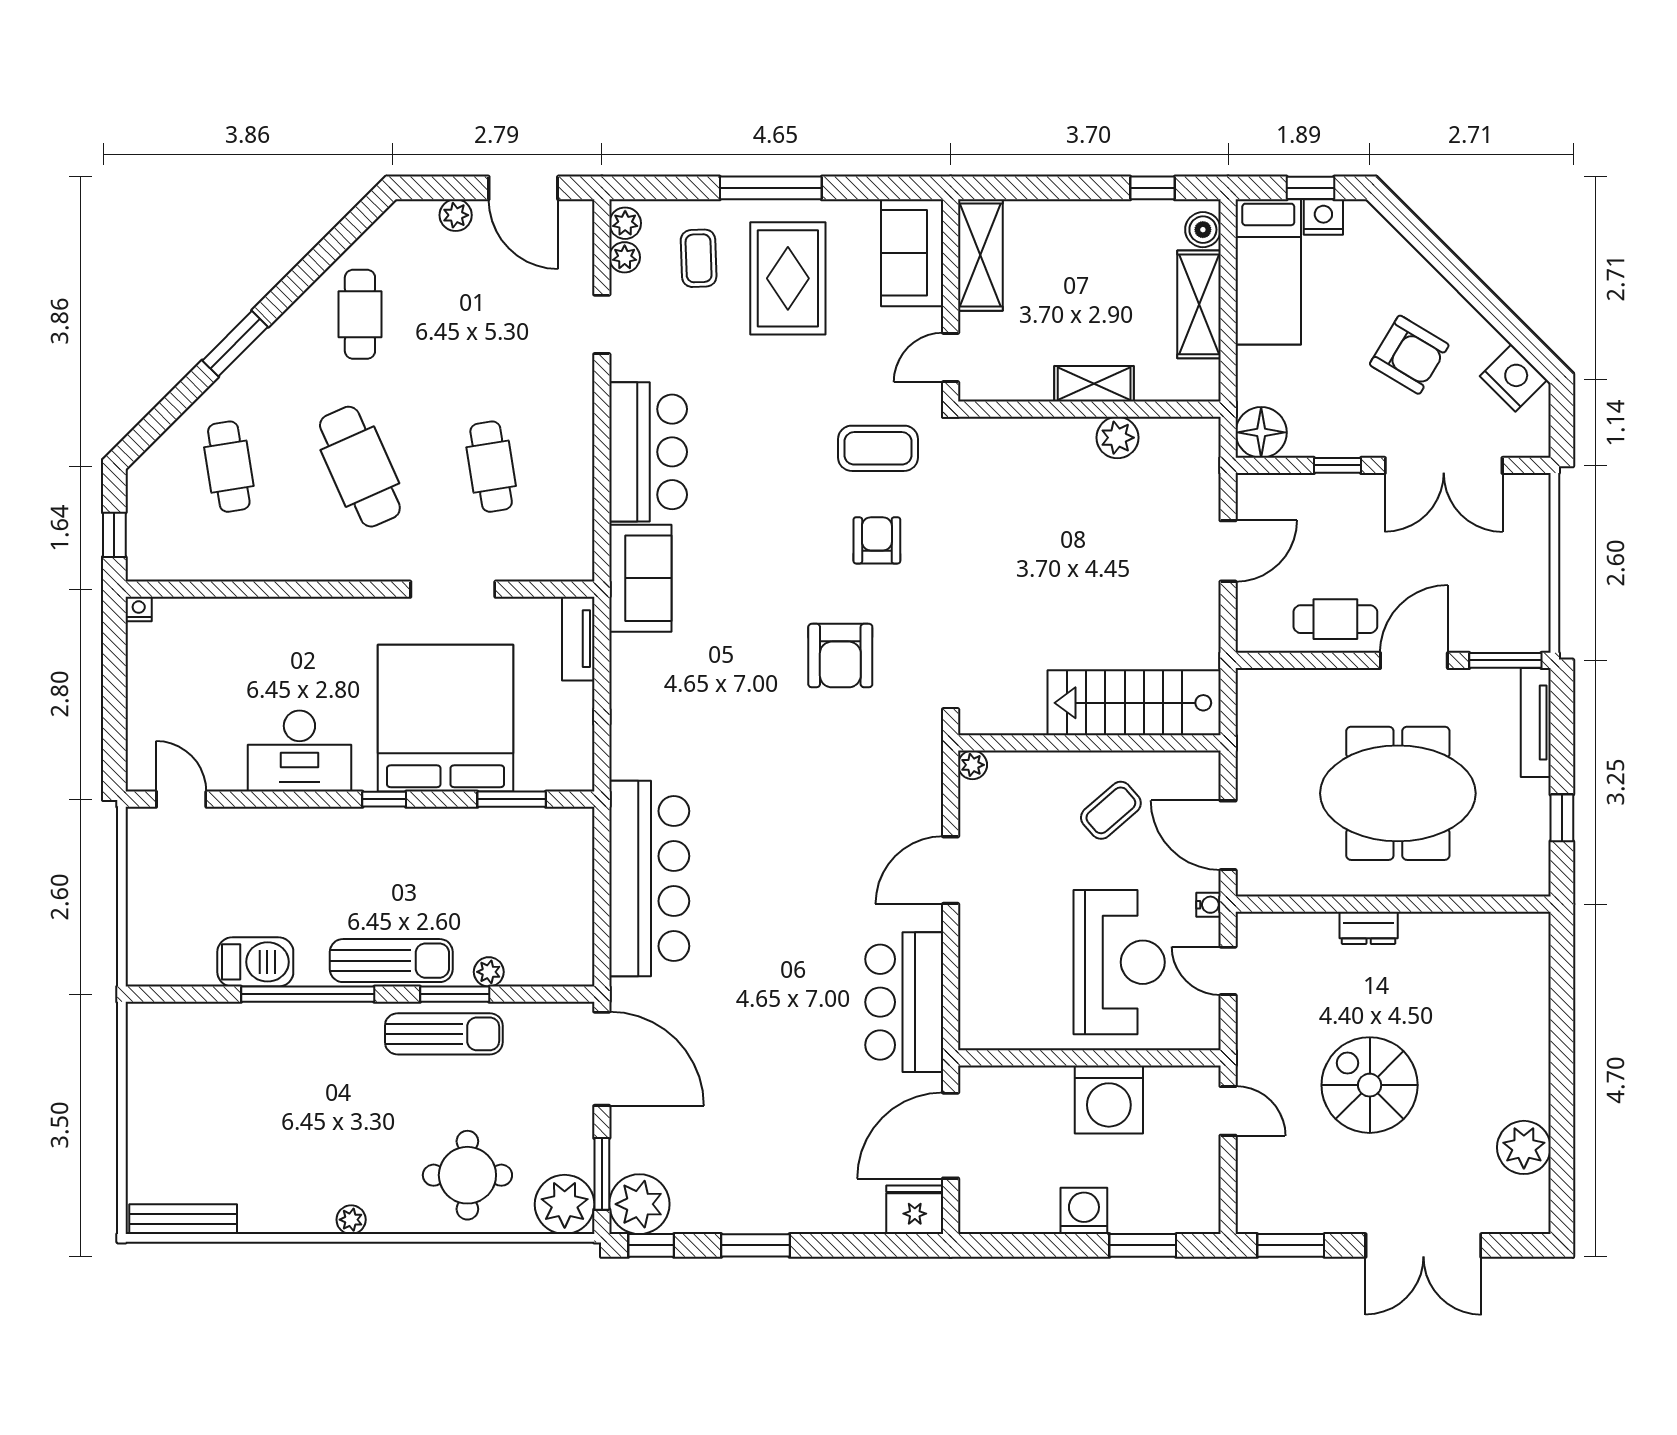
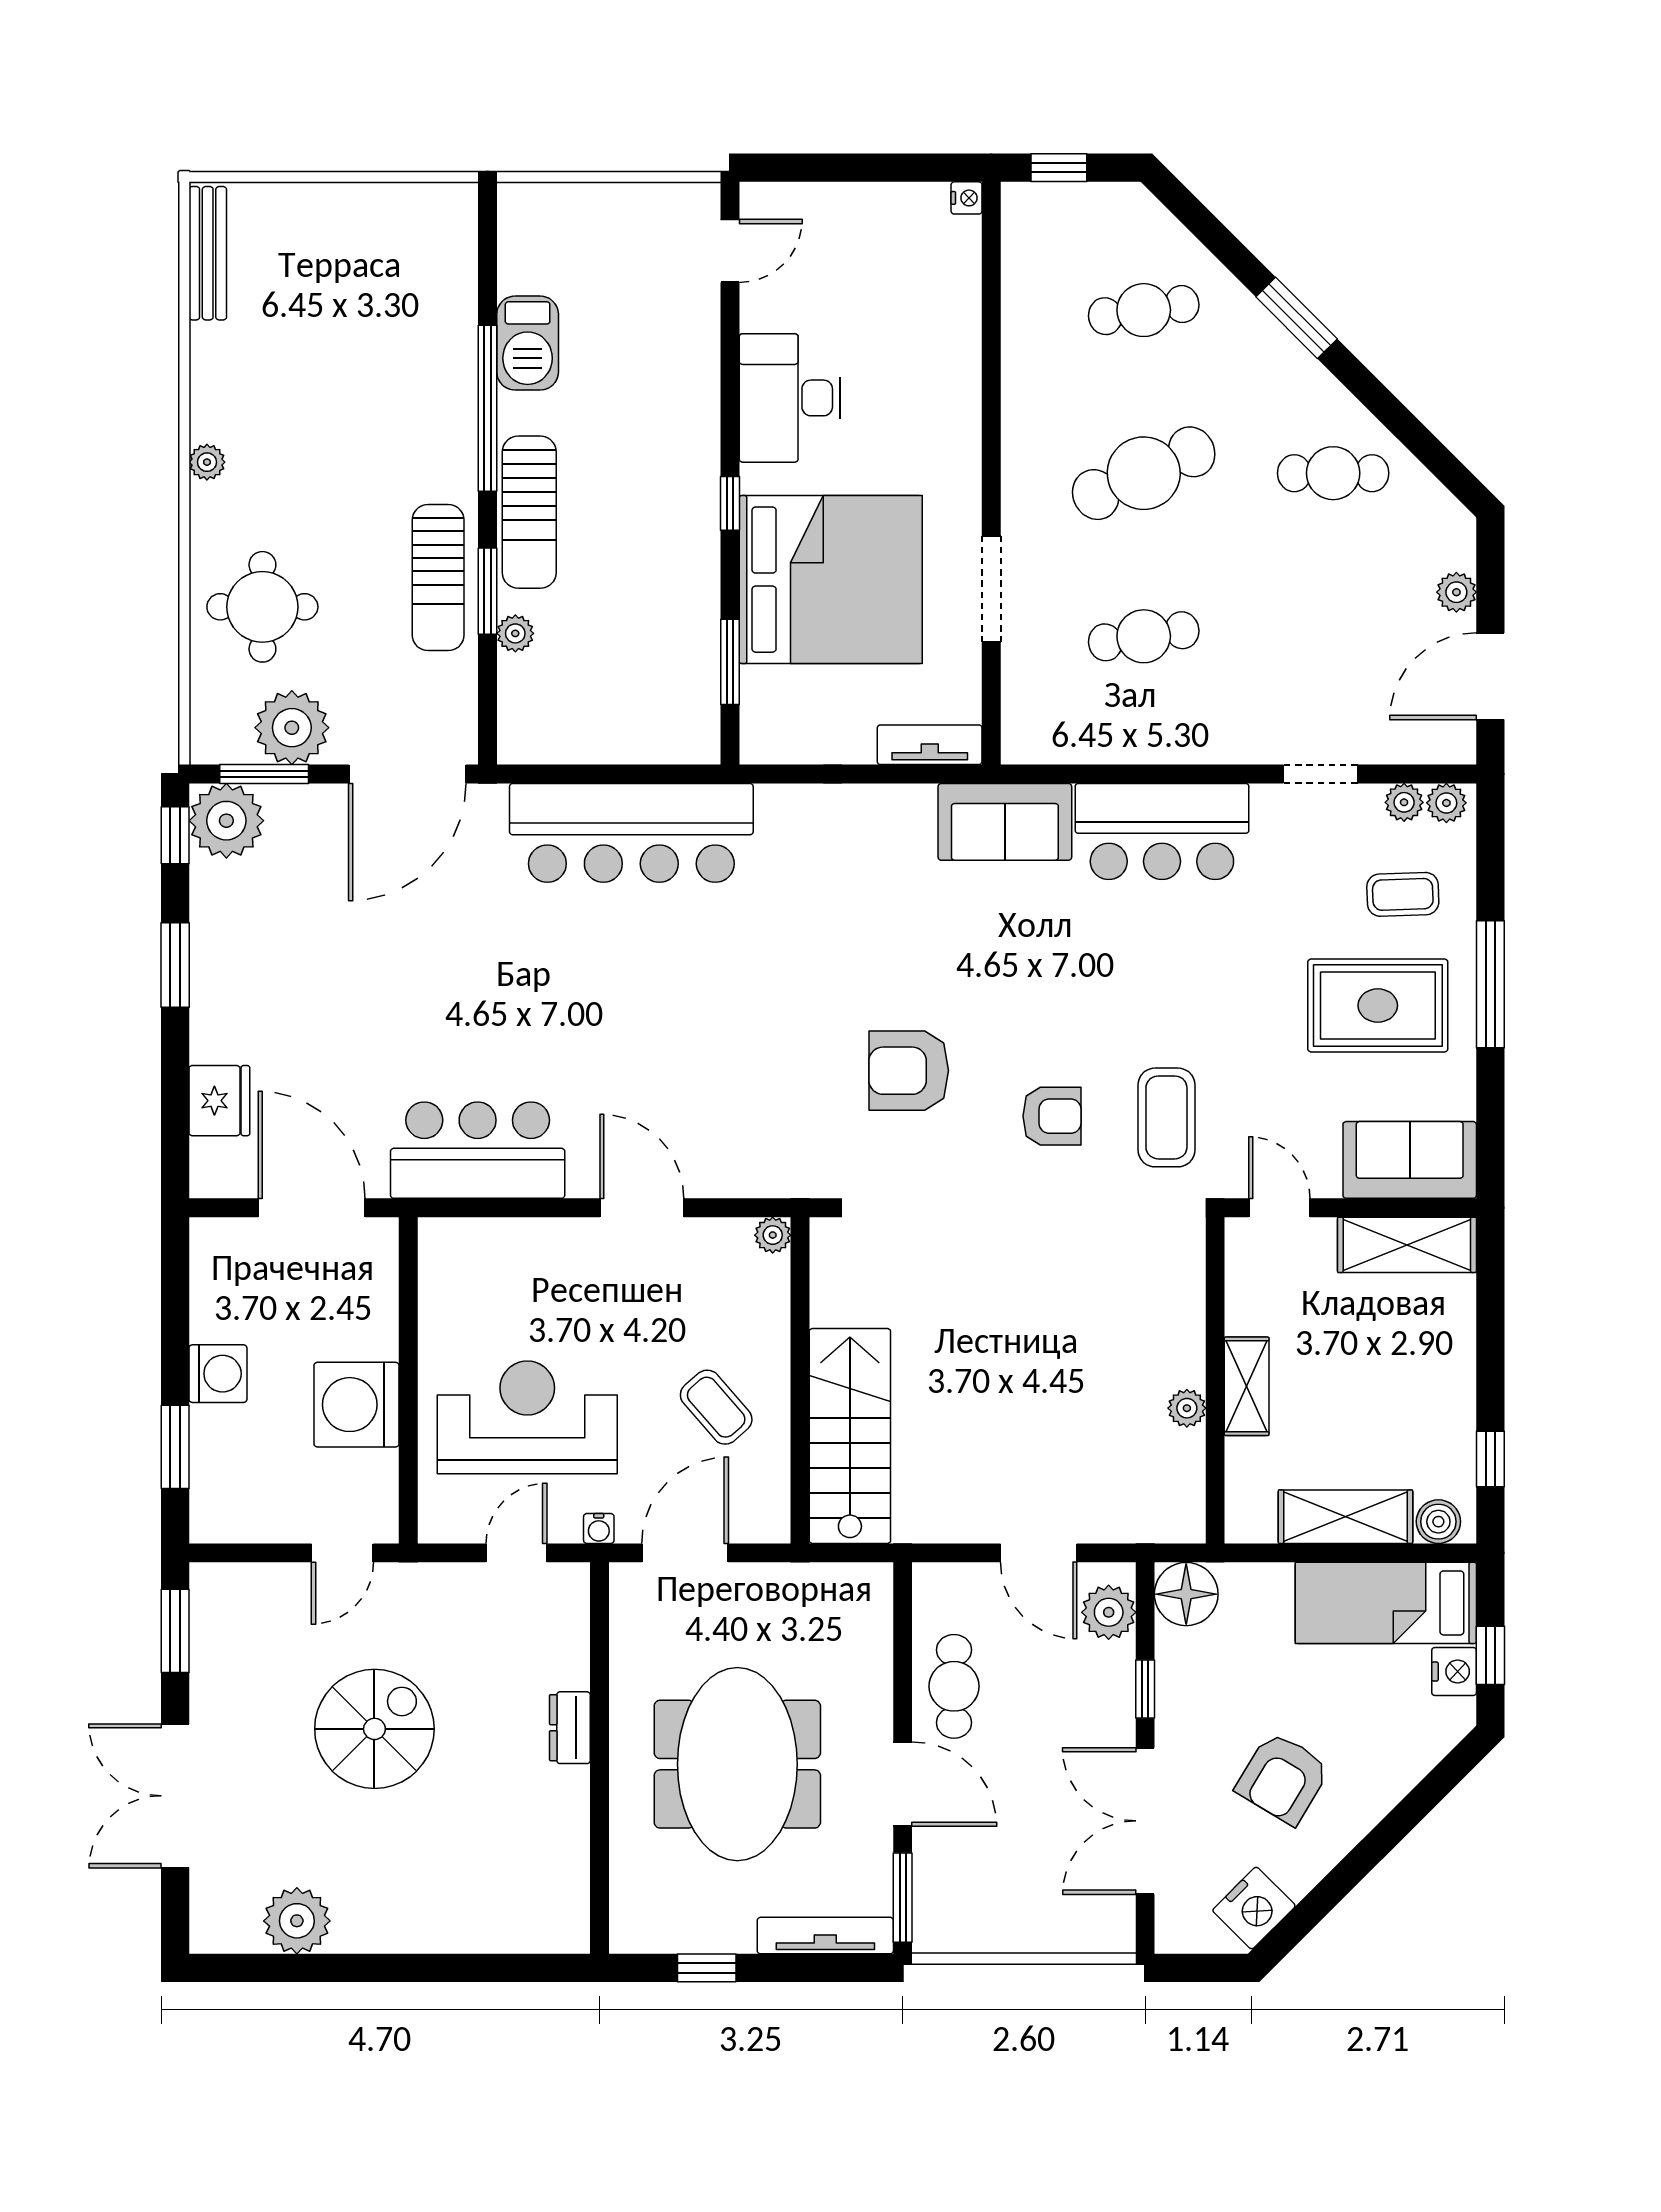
plant: (1117, 438) -> (1187, 1408), width x0.73, depth x0.73
plant: (1276, 495) -> (1109, 1612), added
reception desk: (1119, 962) -> (527, 1417), turned 180
plant: (565, 1204) -> (292, 728), moved
fridge: (915, 1210) -> (219, 1101), moved

